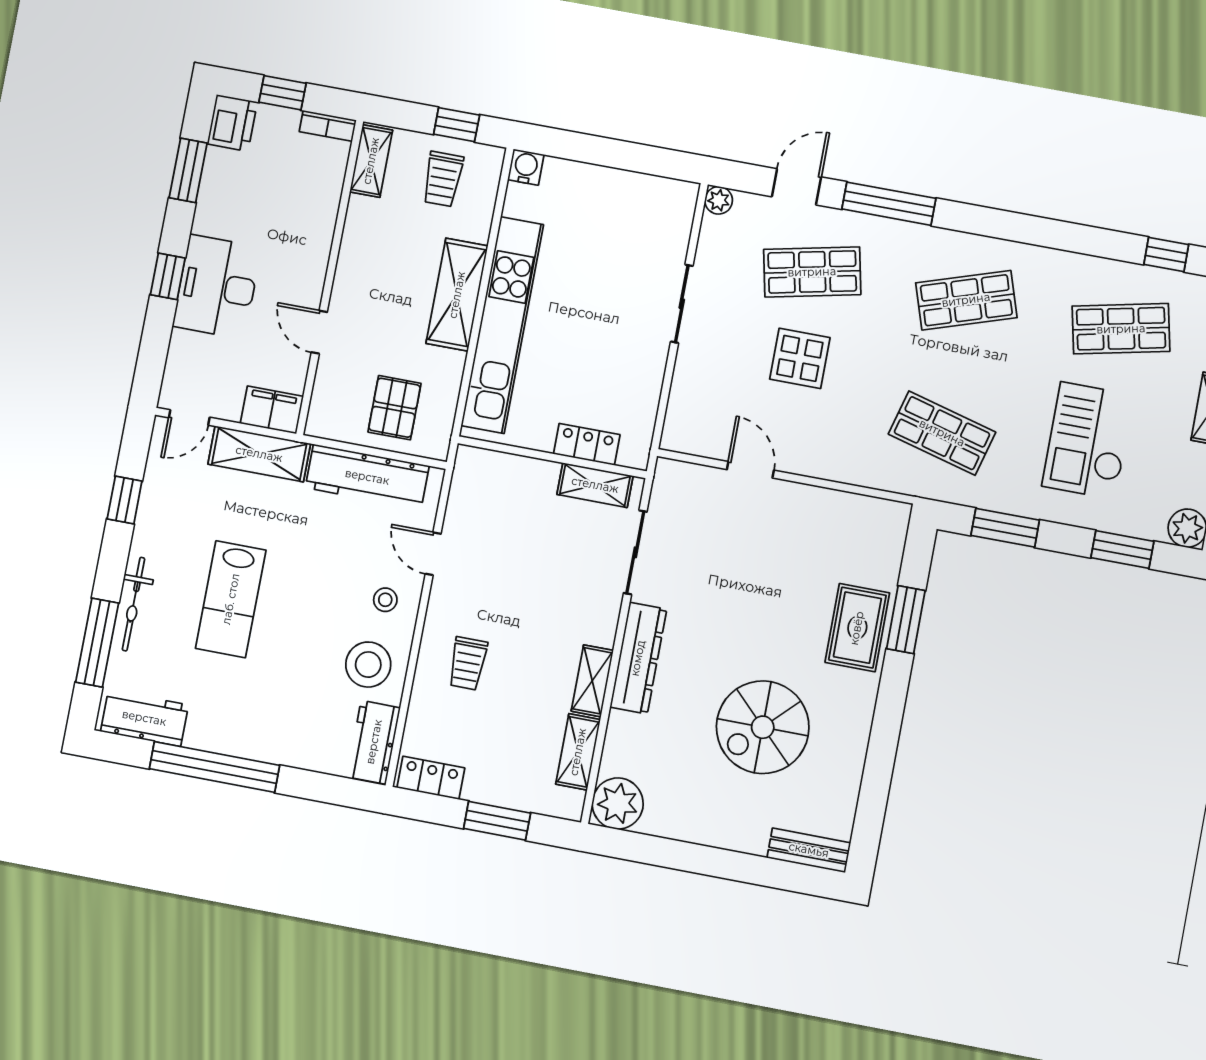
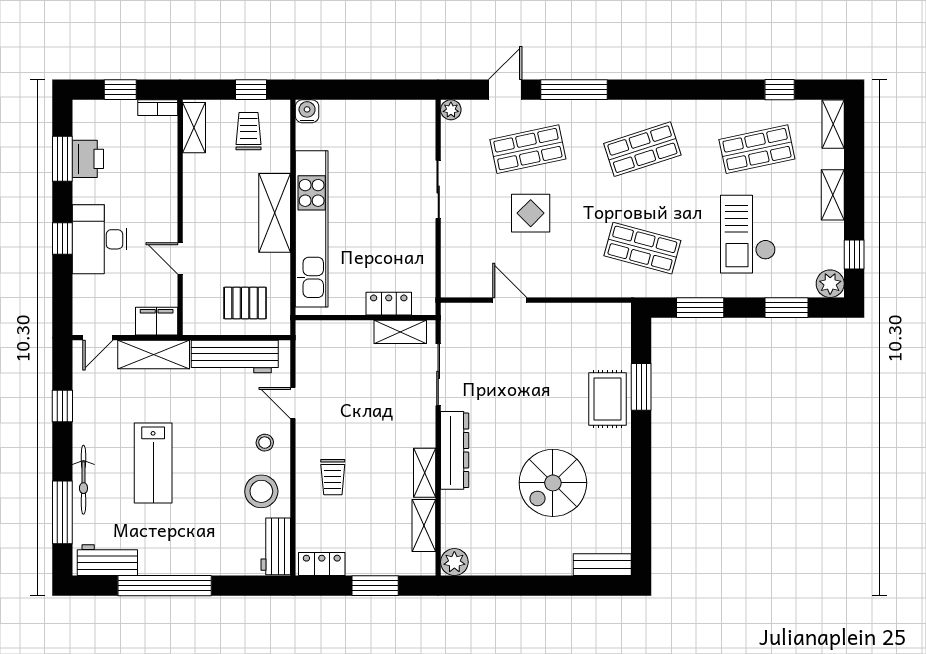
printer: (232, 123) -> (88, 159), moved
trolley: (443, 179) -> (249, 131), turned 180
pallet: (395, 408) -> (245, 303), turned 90
plant: (618, 804) -> (454, 562), width x0.73, depth x0.73

